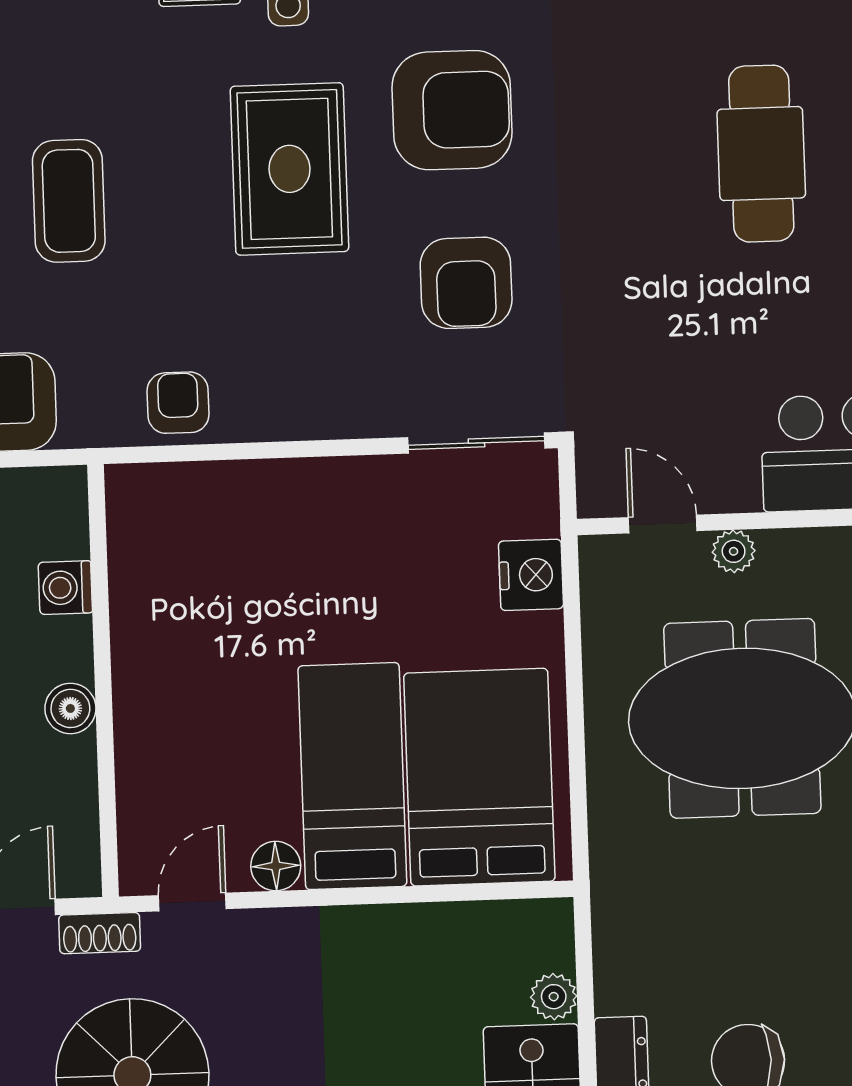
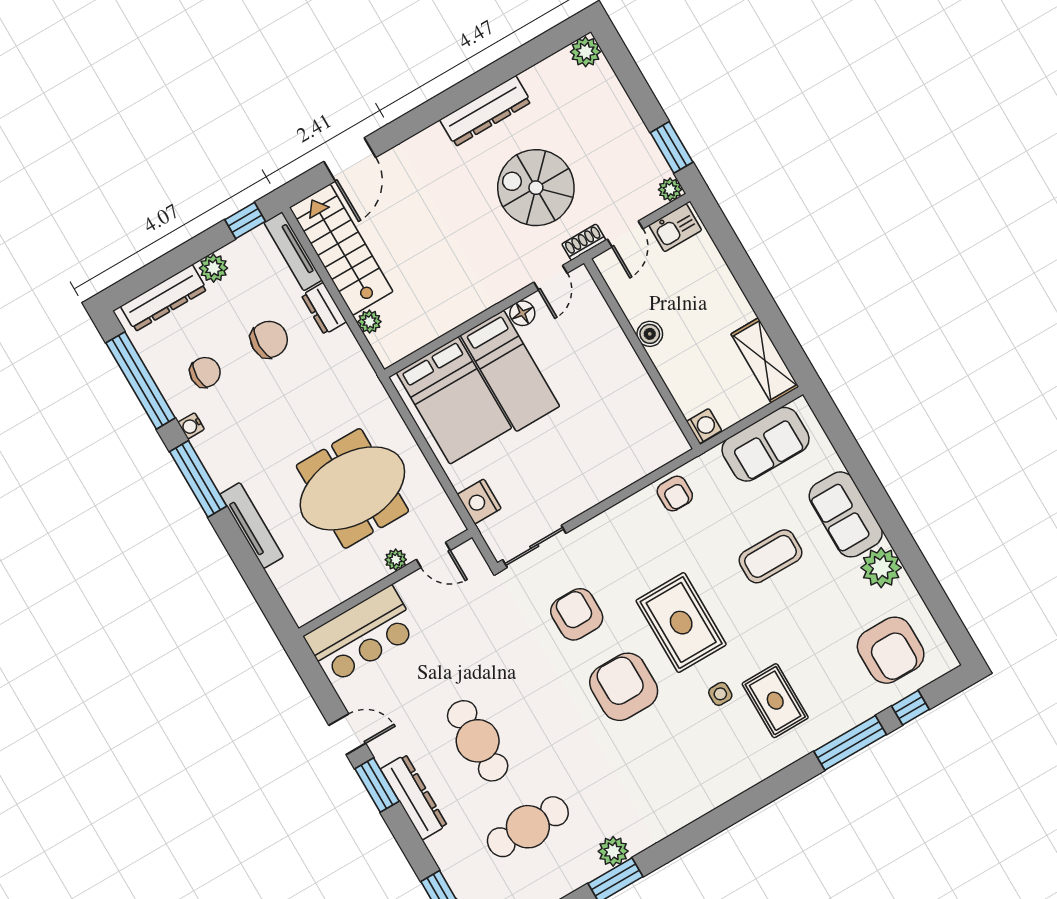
armchair: (452, 110) -> (624, 687), turned 90
coffee table: (69, 201) -> (770, 556), turned 90
washing machine: (65, 588) -> (704, 426), moved

